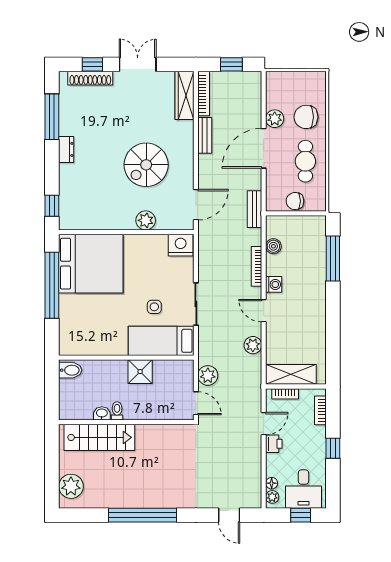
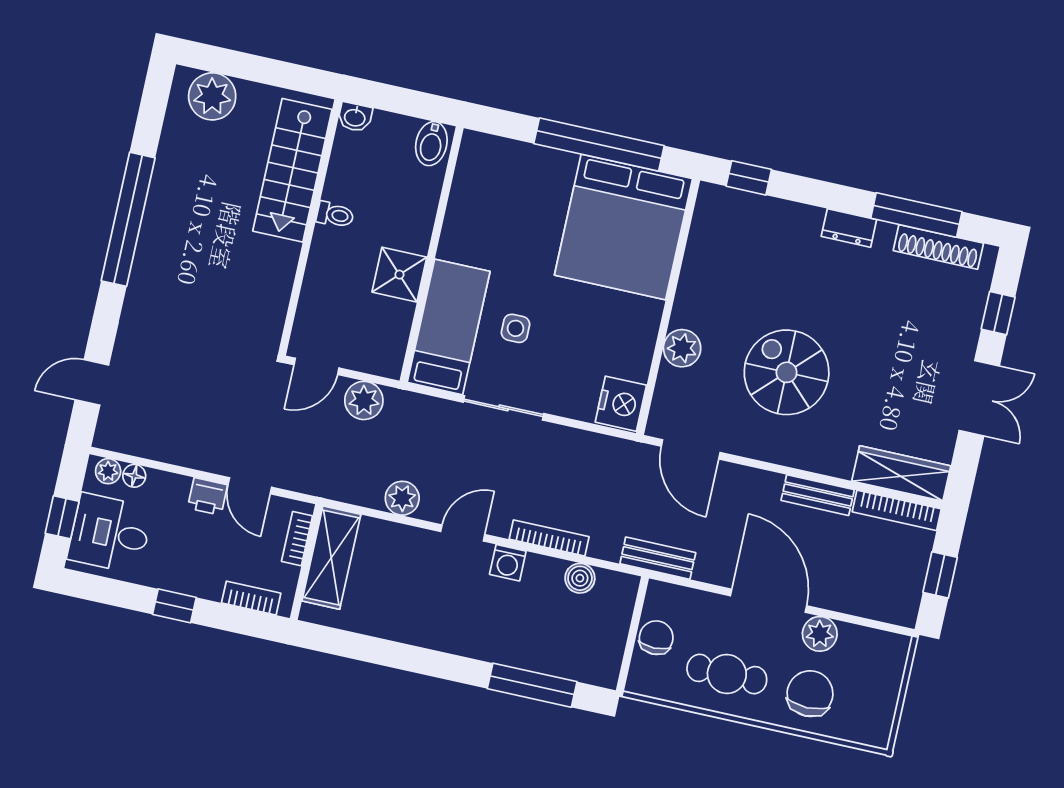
shoe rack: (90, 78) -> (938, 247), moved, turned -90
washbasin: (102, 413) -> (355, 117), moved, turned 90

